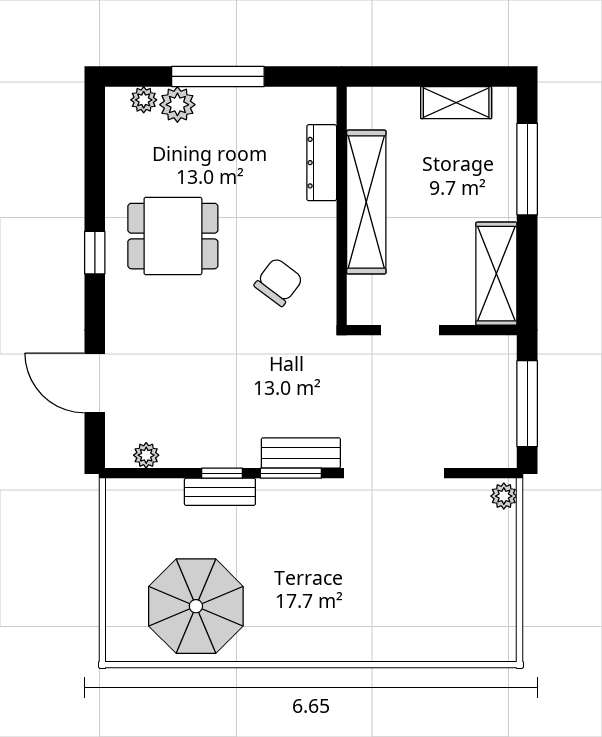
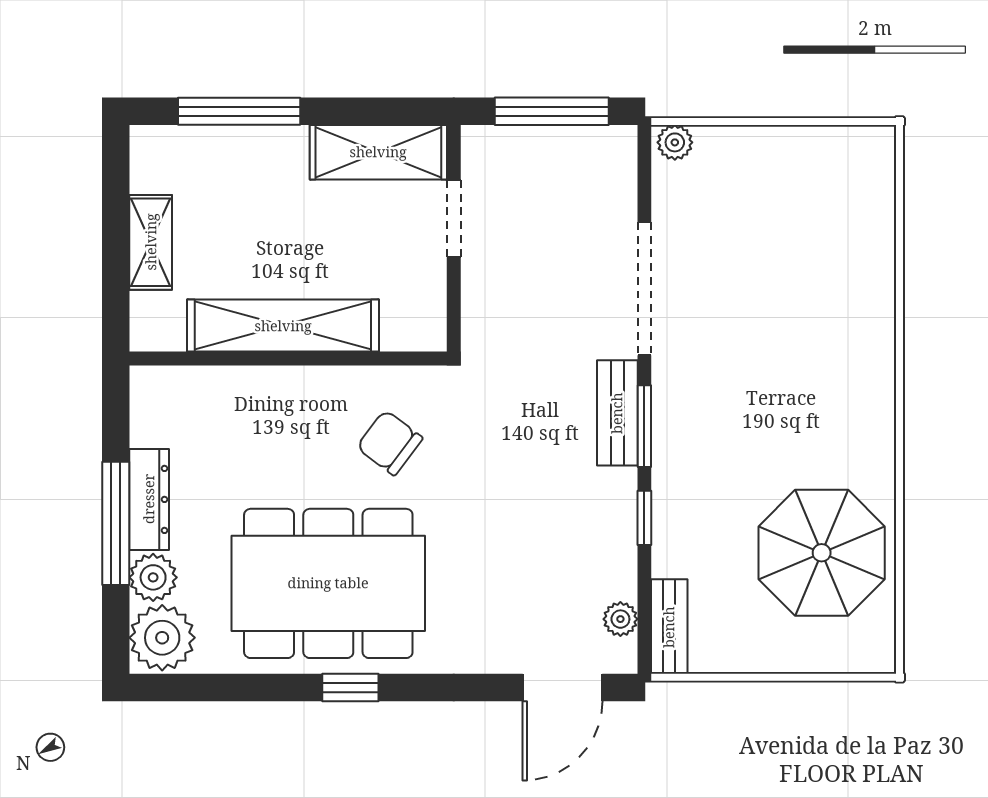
plant: (144, 100) -> (162, 638), width x1.88, depth x1.88
shelving: (456, 103) -> (151, 242), moved
dresser: (322, 163) -> (149, 499), moved, turned -90
dining table: (173, 236) -> (328, 583), width x1.88, depth x1.24
doorway: (410, 330) -> (454, 219), moved
door: (95, 383) -> (562, 688), moved
bench: (220, 492) -> (669, 627), moved

